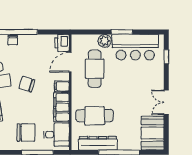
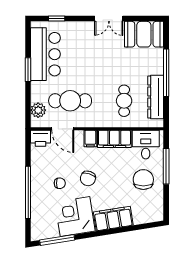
chair: (13, 40) -> (60, 183), moved
plant: (105, 41) -> (38, 110), moved
cafe table: (95, 116) -> (124, 101), width x0.73, depth x0.74

